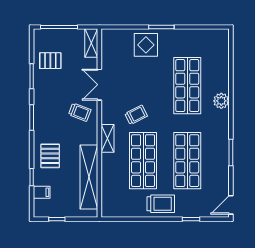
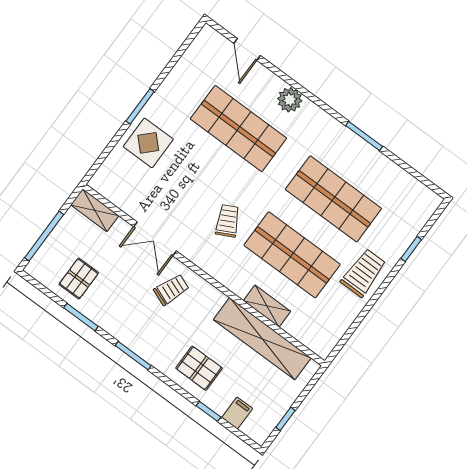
shelving: (107, 138) -> (267, 306), moved
door: (231, 205) -> (247, 49), moved

